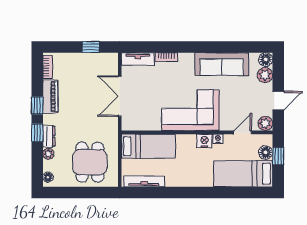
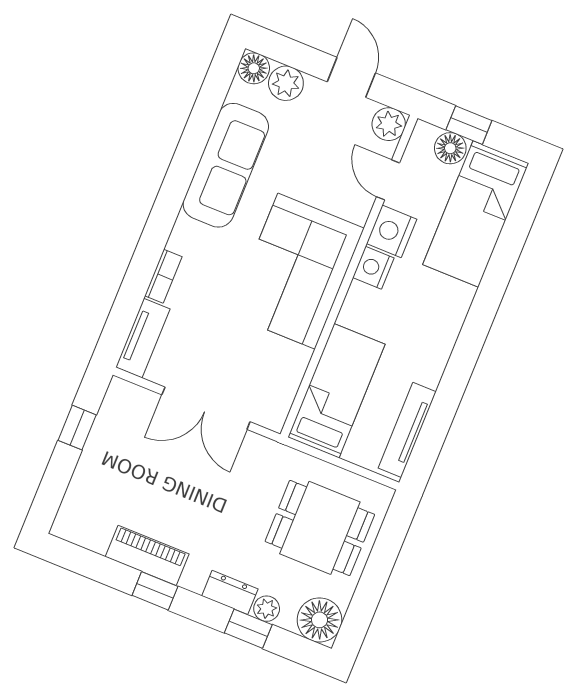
bookcase: (47, 67) -> (82, 536), removed
window: (37, 133) -> (248, 629), moved
nightstand: (218, 139) -> (392, 231), width x1.89, depth x1.79
floor lamp: (48, 177) -> (320, 620), width x1.89, depth x1.89

